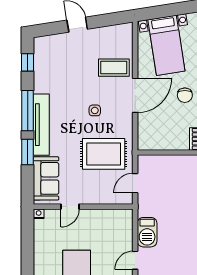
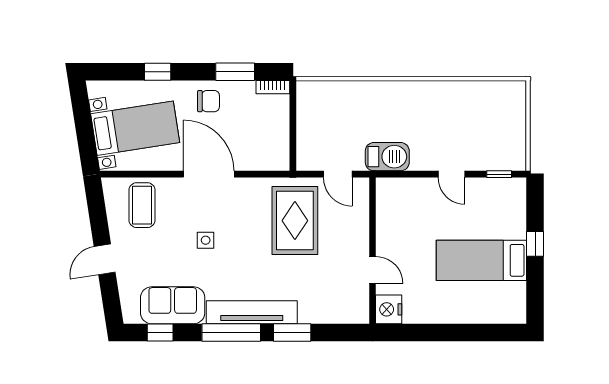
coffee table: (114, 68) -> (142, 205), moved
side table: (95, 110) -> (206, 240), moved
sofa: (46, 178) -> (173, 305), moved
nightstand: (39, 214) -> (389, 309), width x1.89, depth x1.79
barbecue: (147, 232) -> (387, 157), moved

